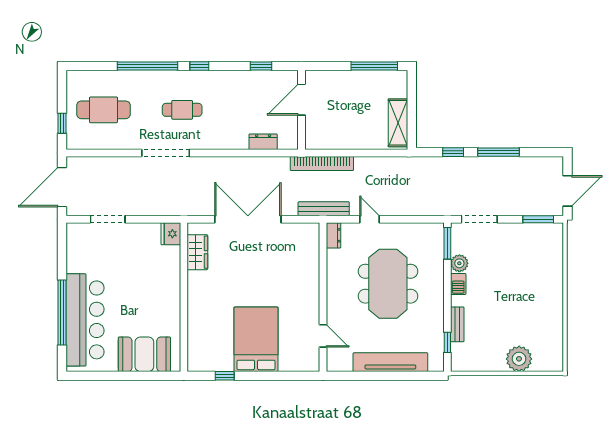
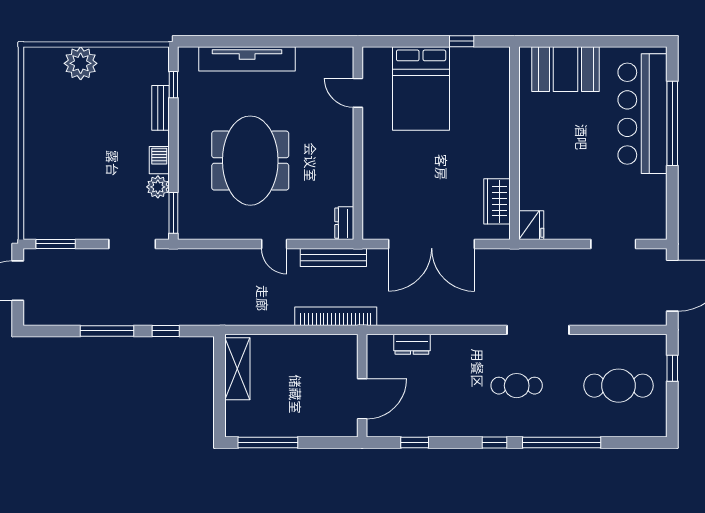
dresser: (334, 235) -> (344, 223), moved
wall: (323, 297) -> (358, 143), moved
door: (323, 336) -> (358, 93), moved

